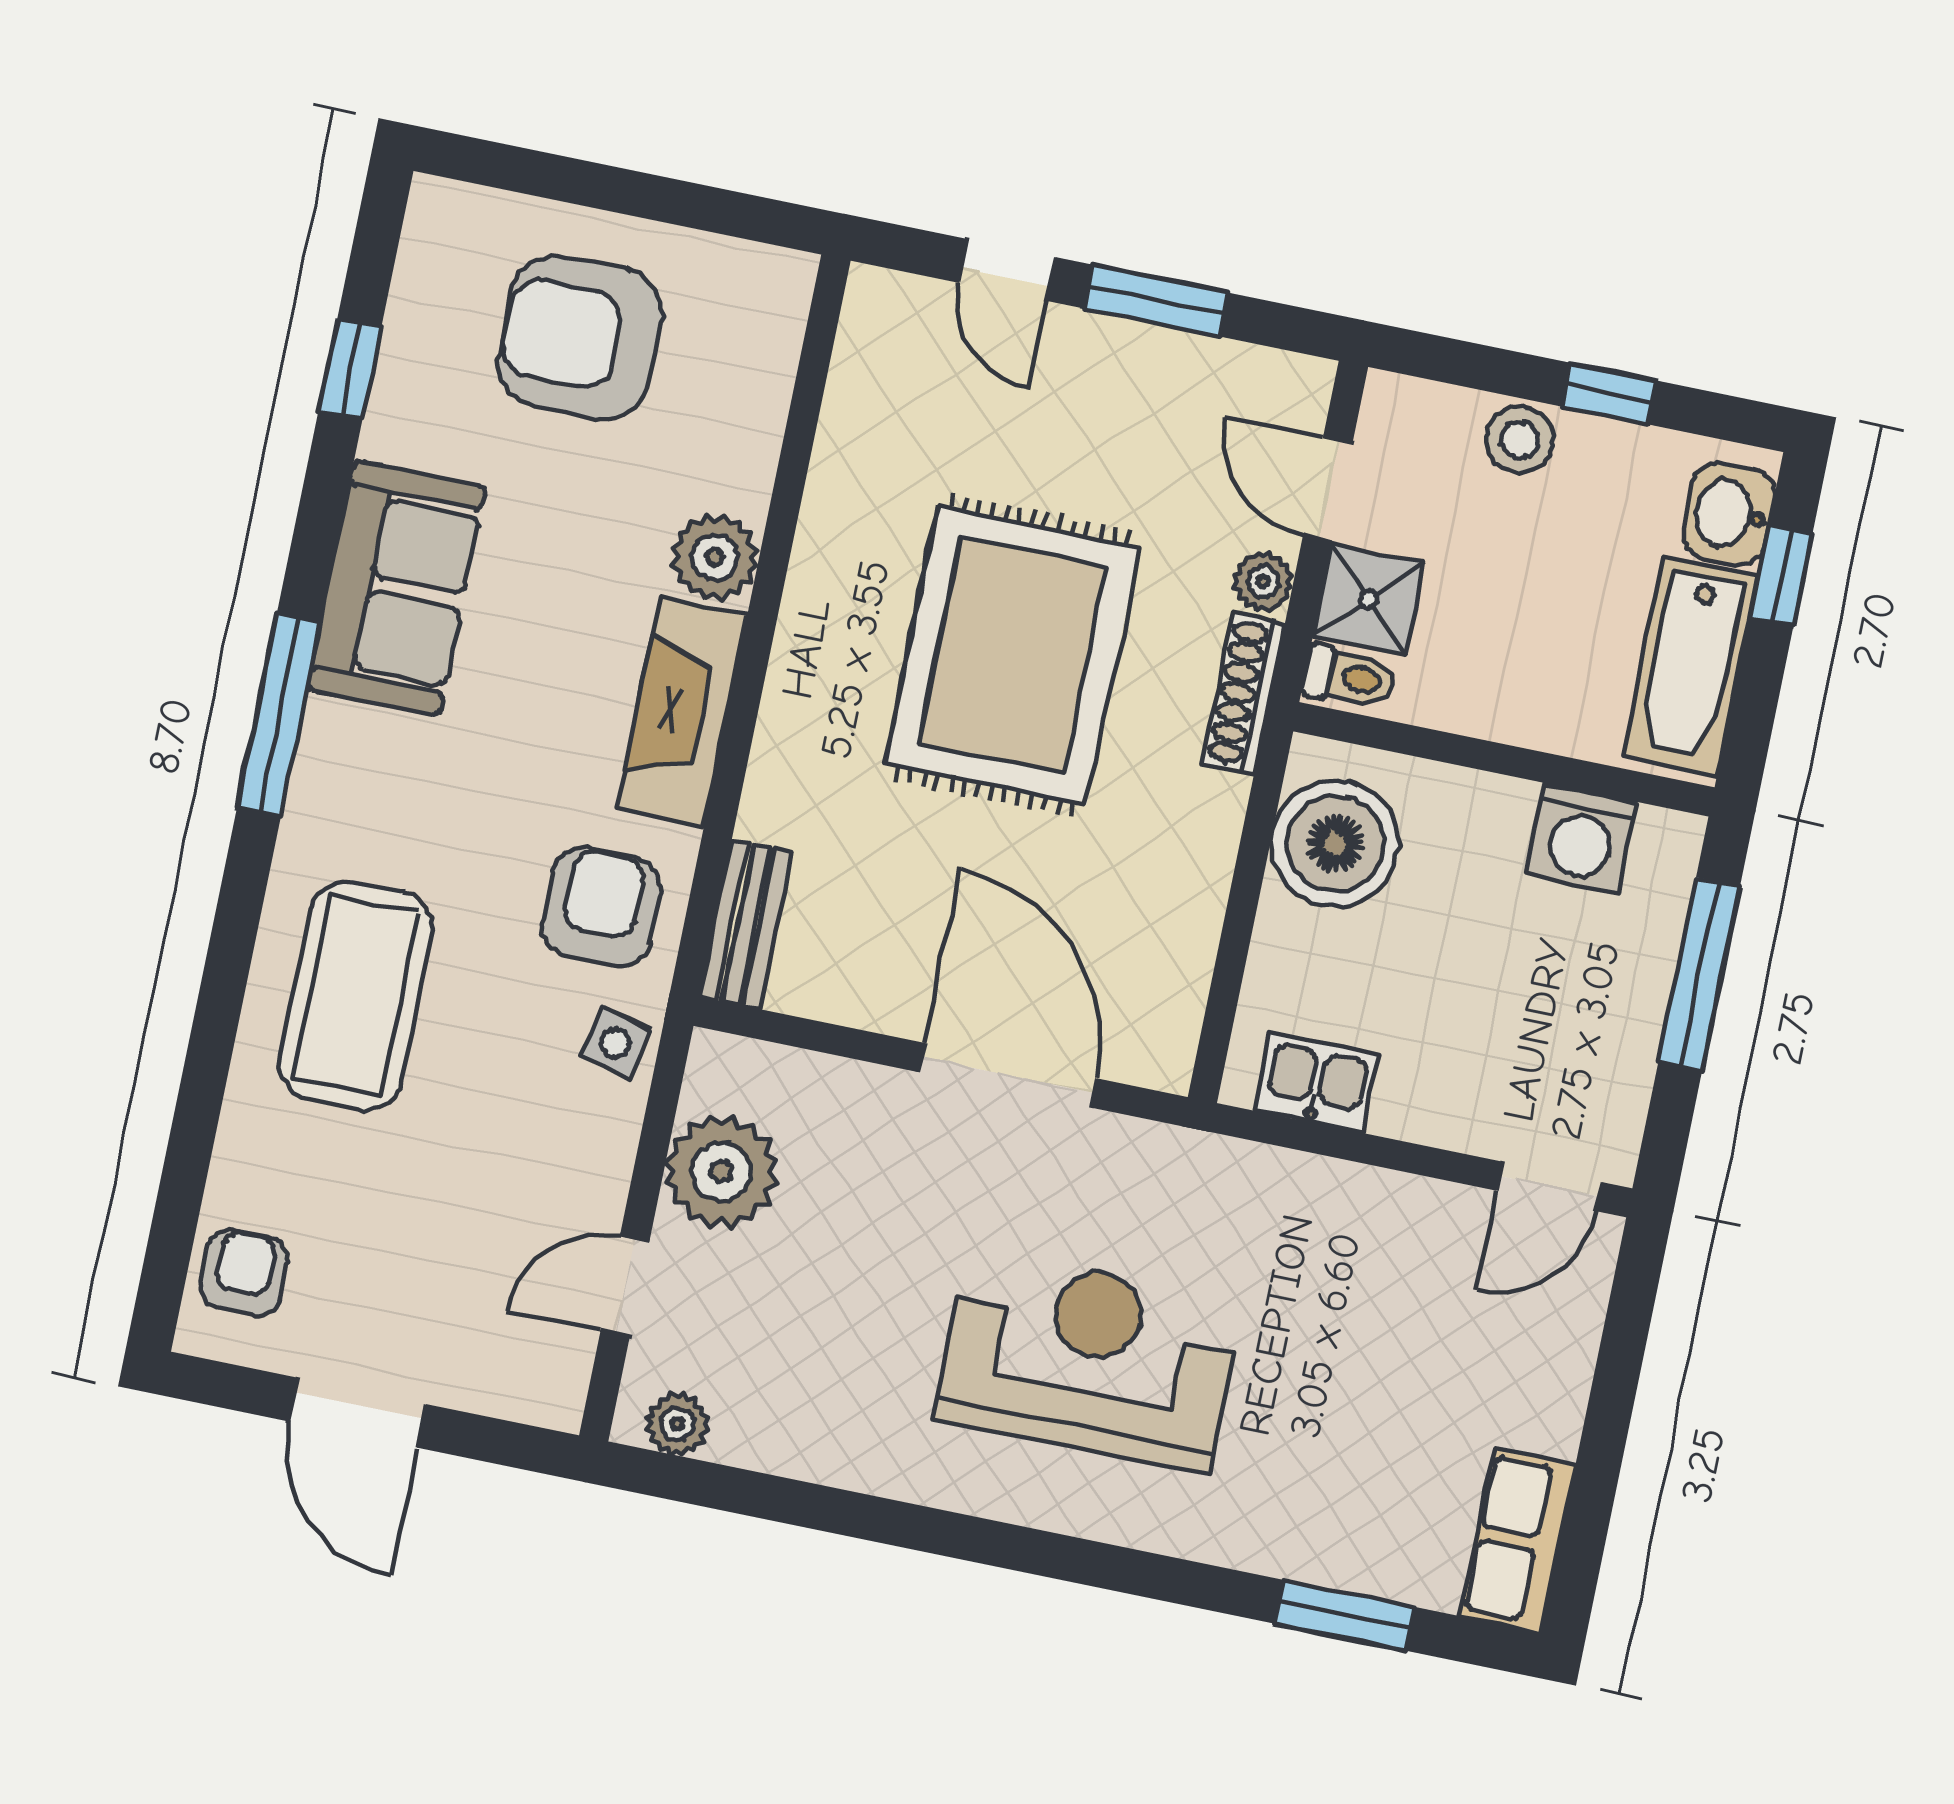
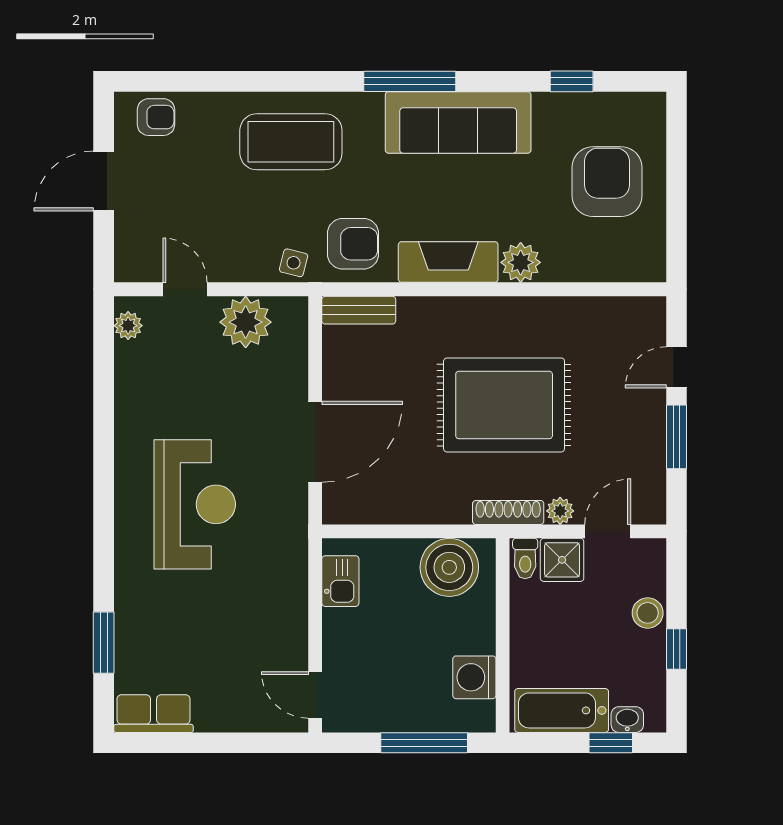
washbasin: (1729, 514) -> (627, 720), width x0.72, depth x0.69
sofa: (397, 588) -> (458, 122), width x1.36

